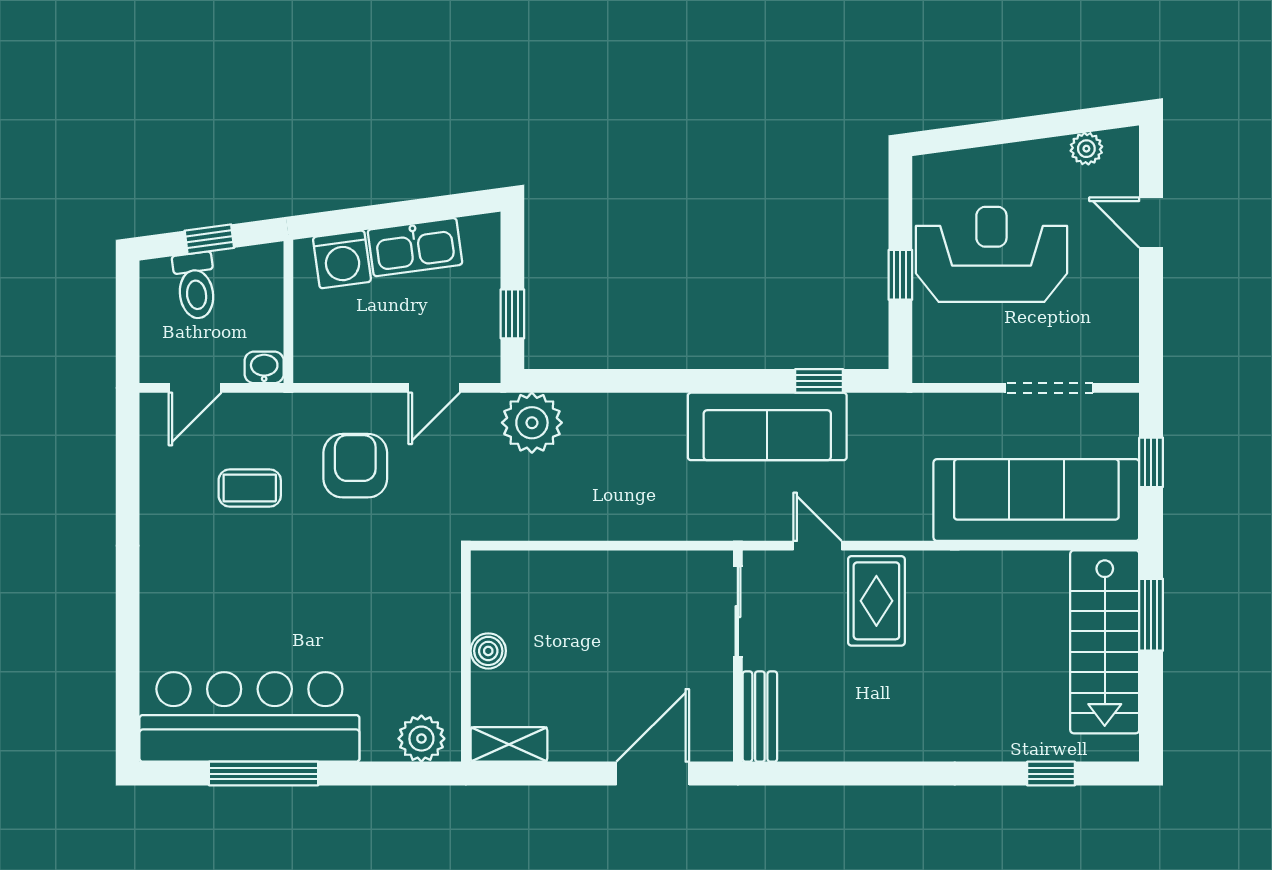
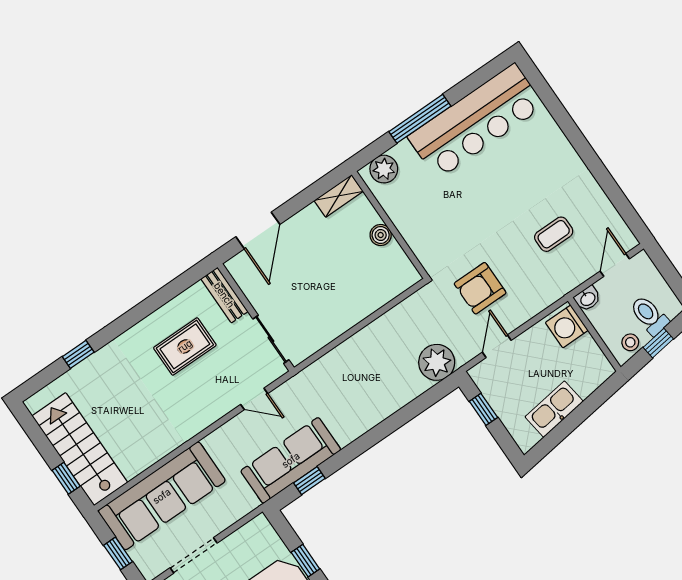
washing machine: (342, 259) -> (567, 326), moved, turned -82
stool: (247, 267) -> (630, 342), added
sofa: (767, 426) -> (291, 460), moved
armchair: (355, 466) -> (480, 288), moved, turned 90
rug: (876, 601) -> (185, 346), moved, turned 90
window: (1151, 615) -> (66, 478), width x0.67
window: (264, 774) -> (420, 119), moved
window: (1051, 774) -> (78, 354), moved

